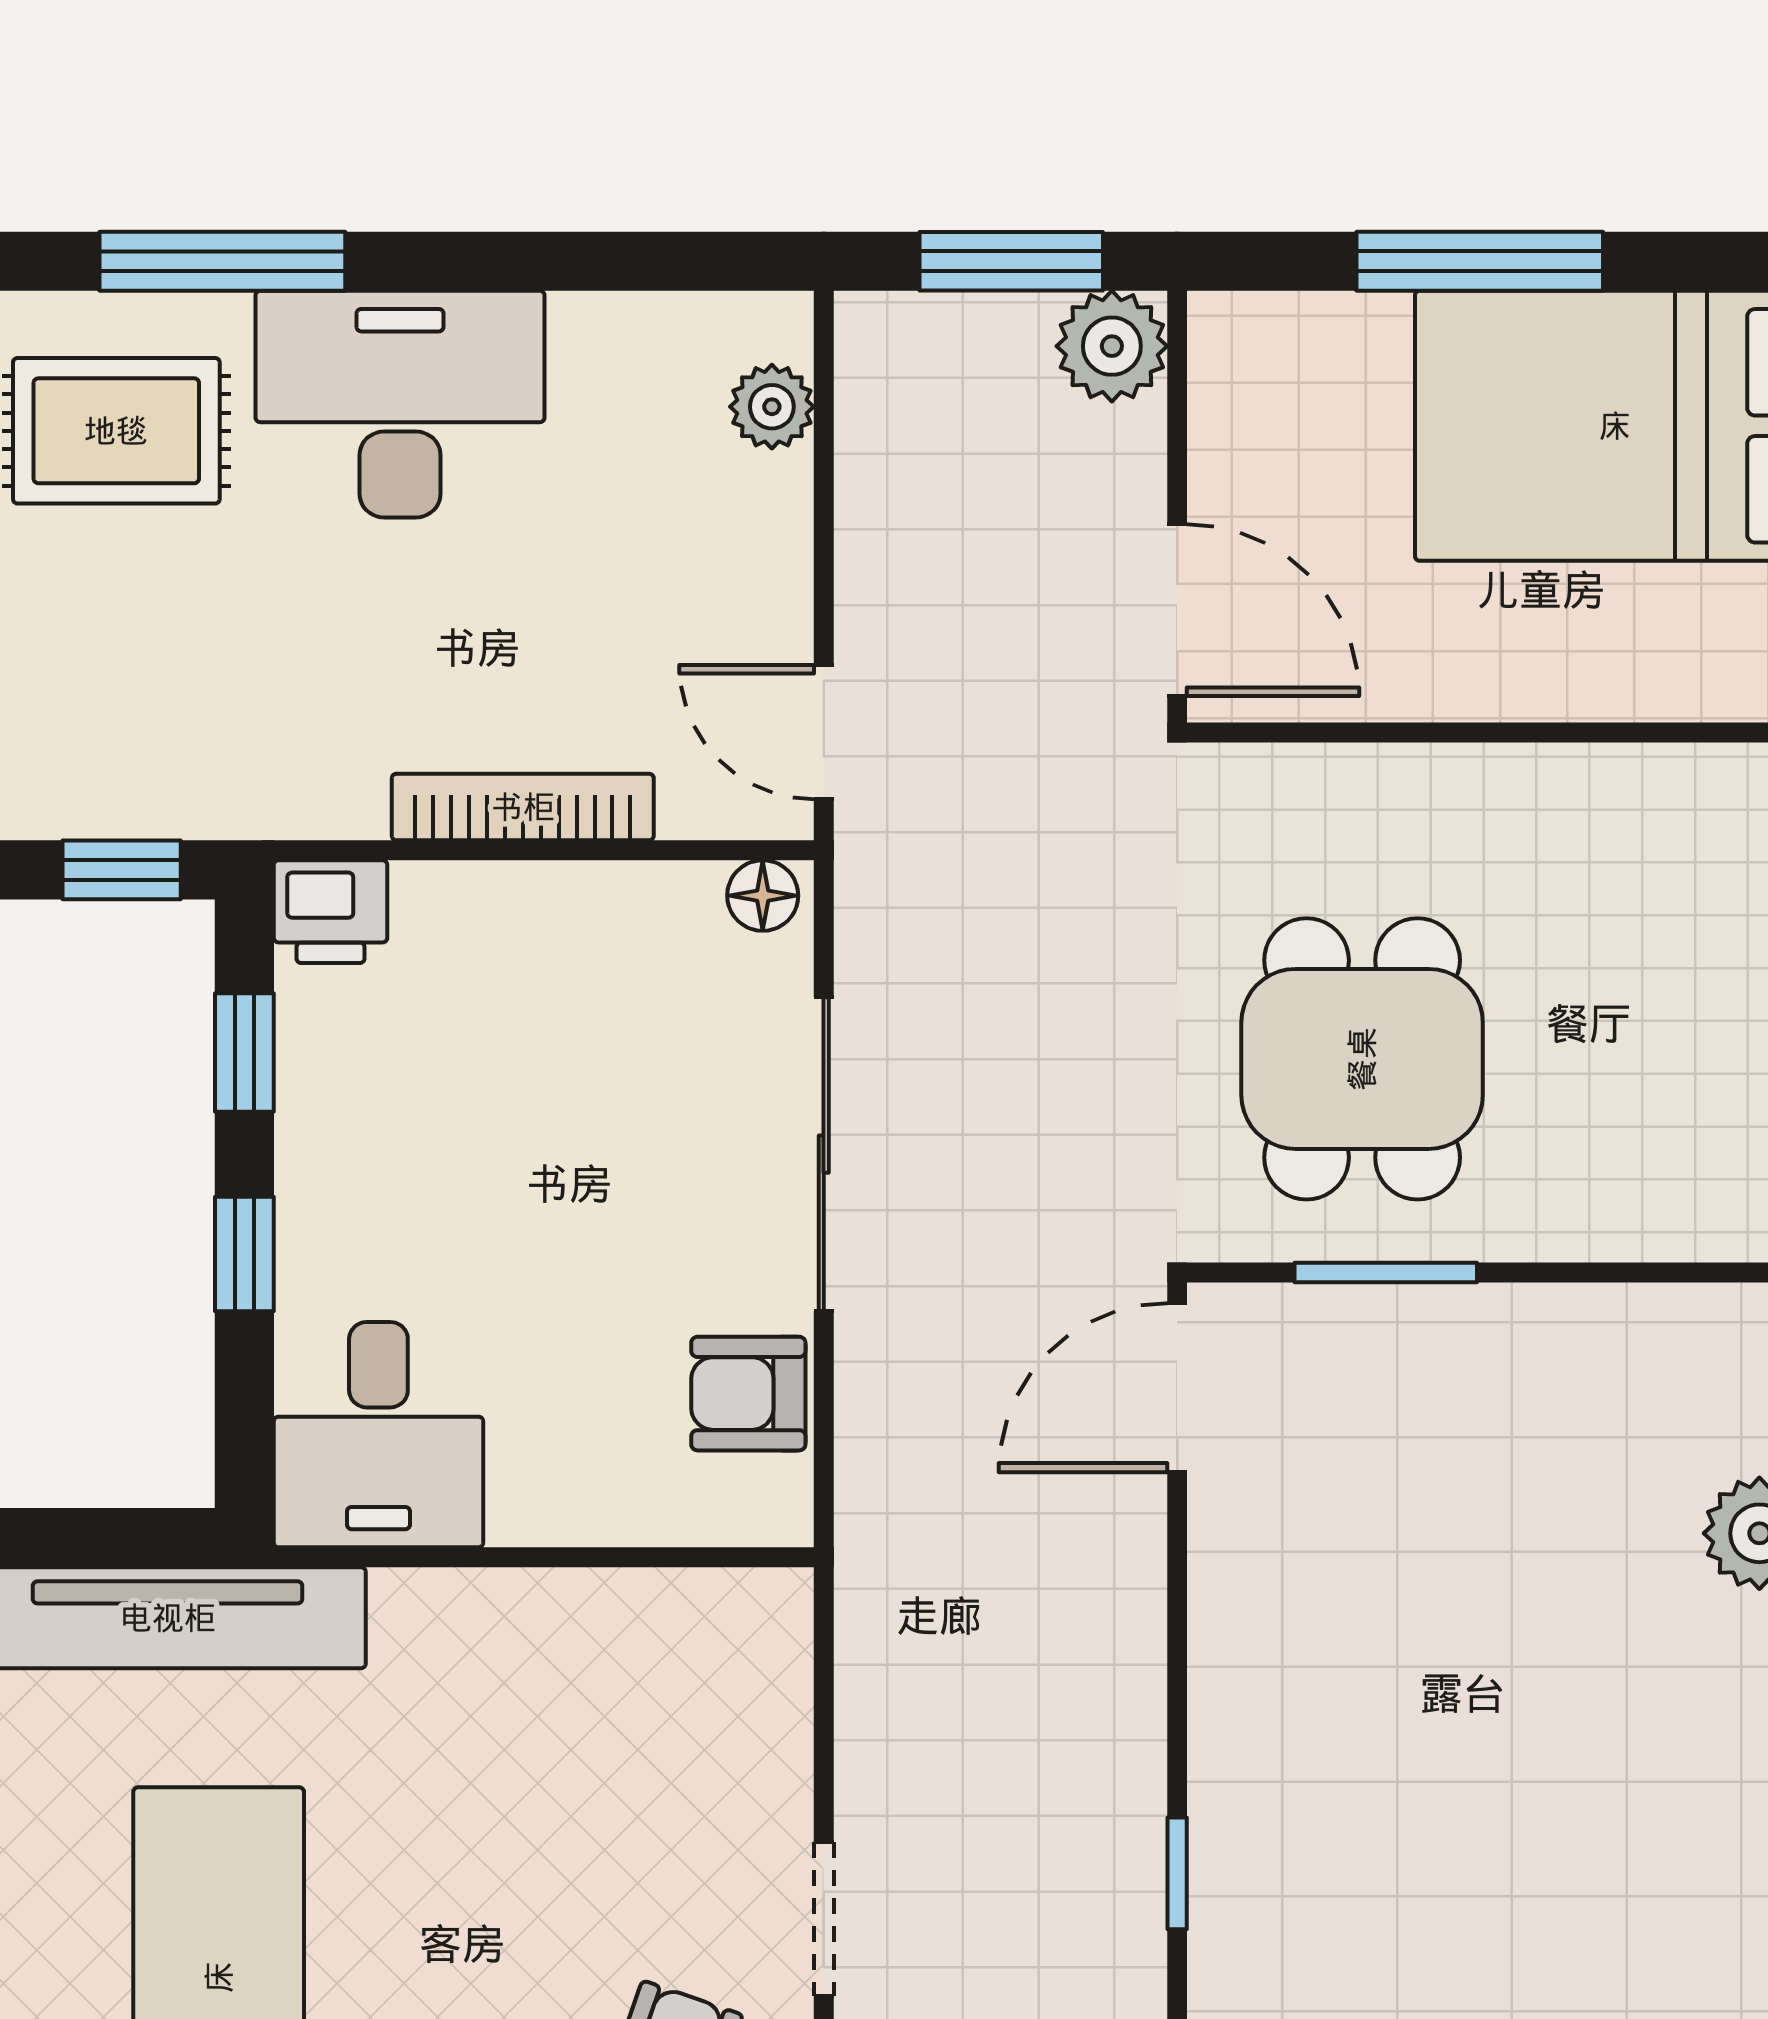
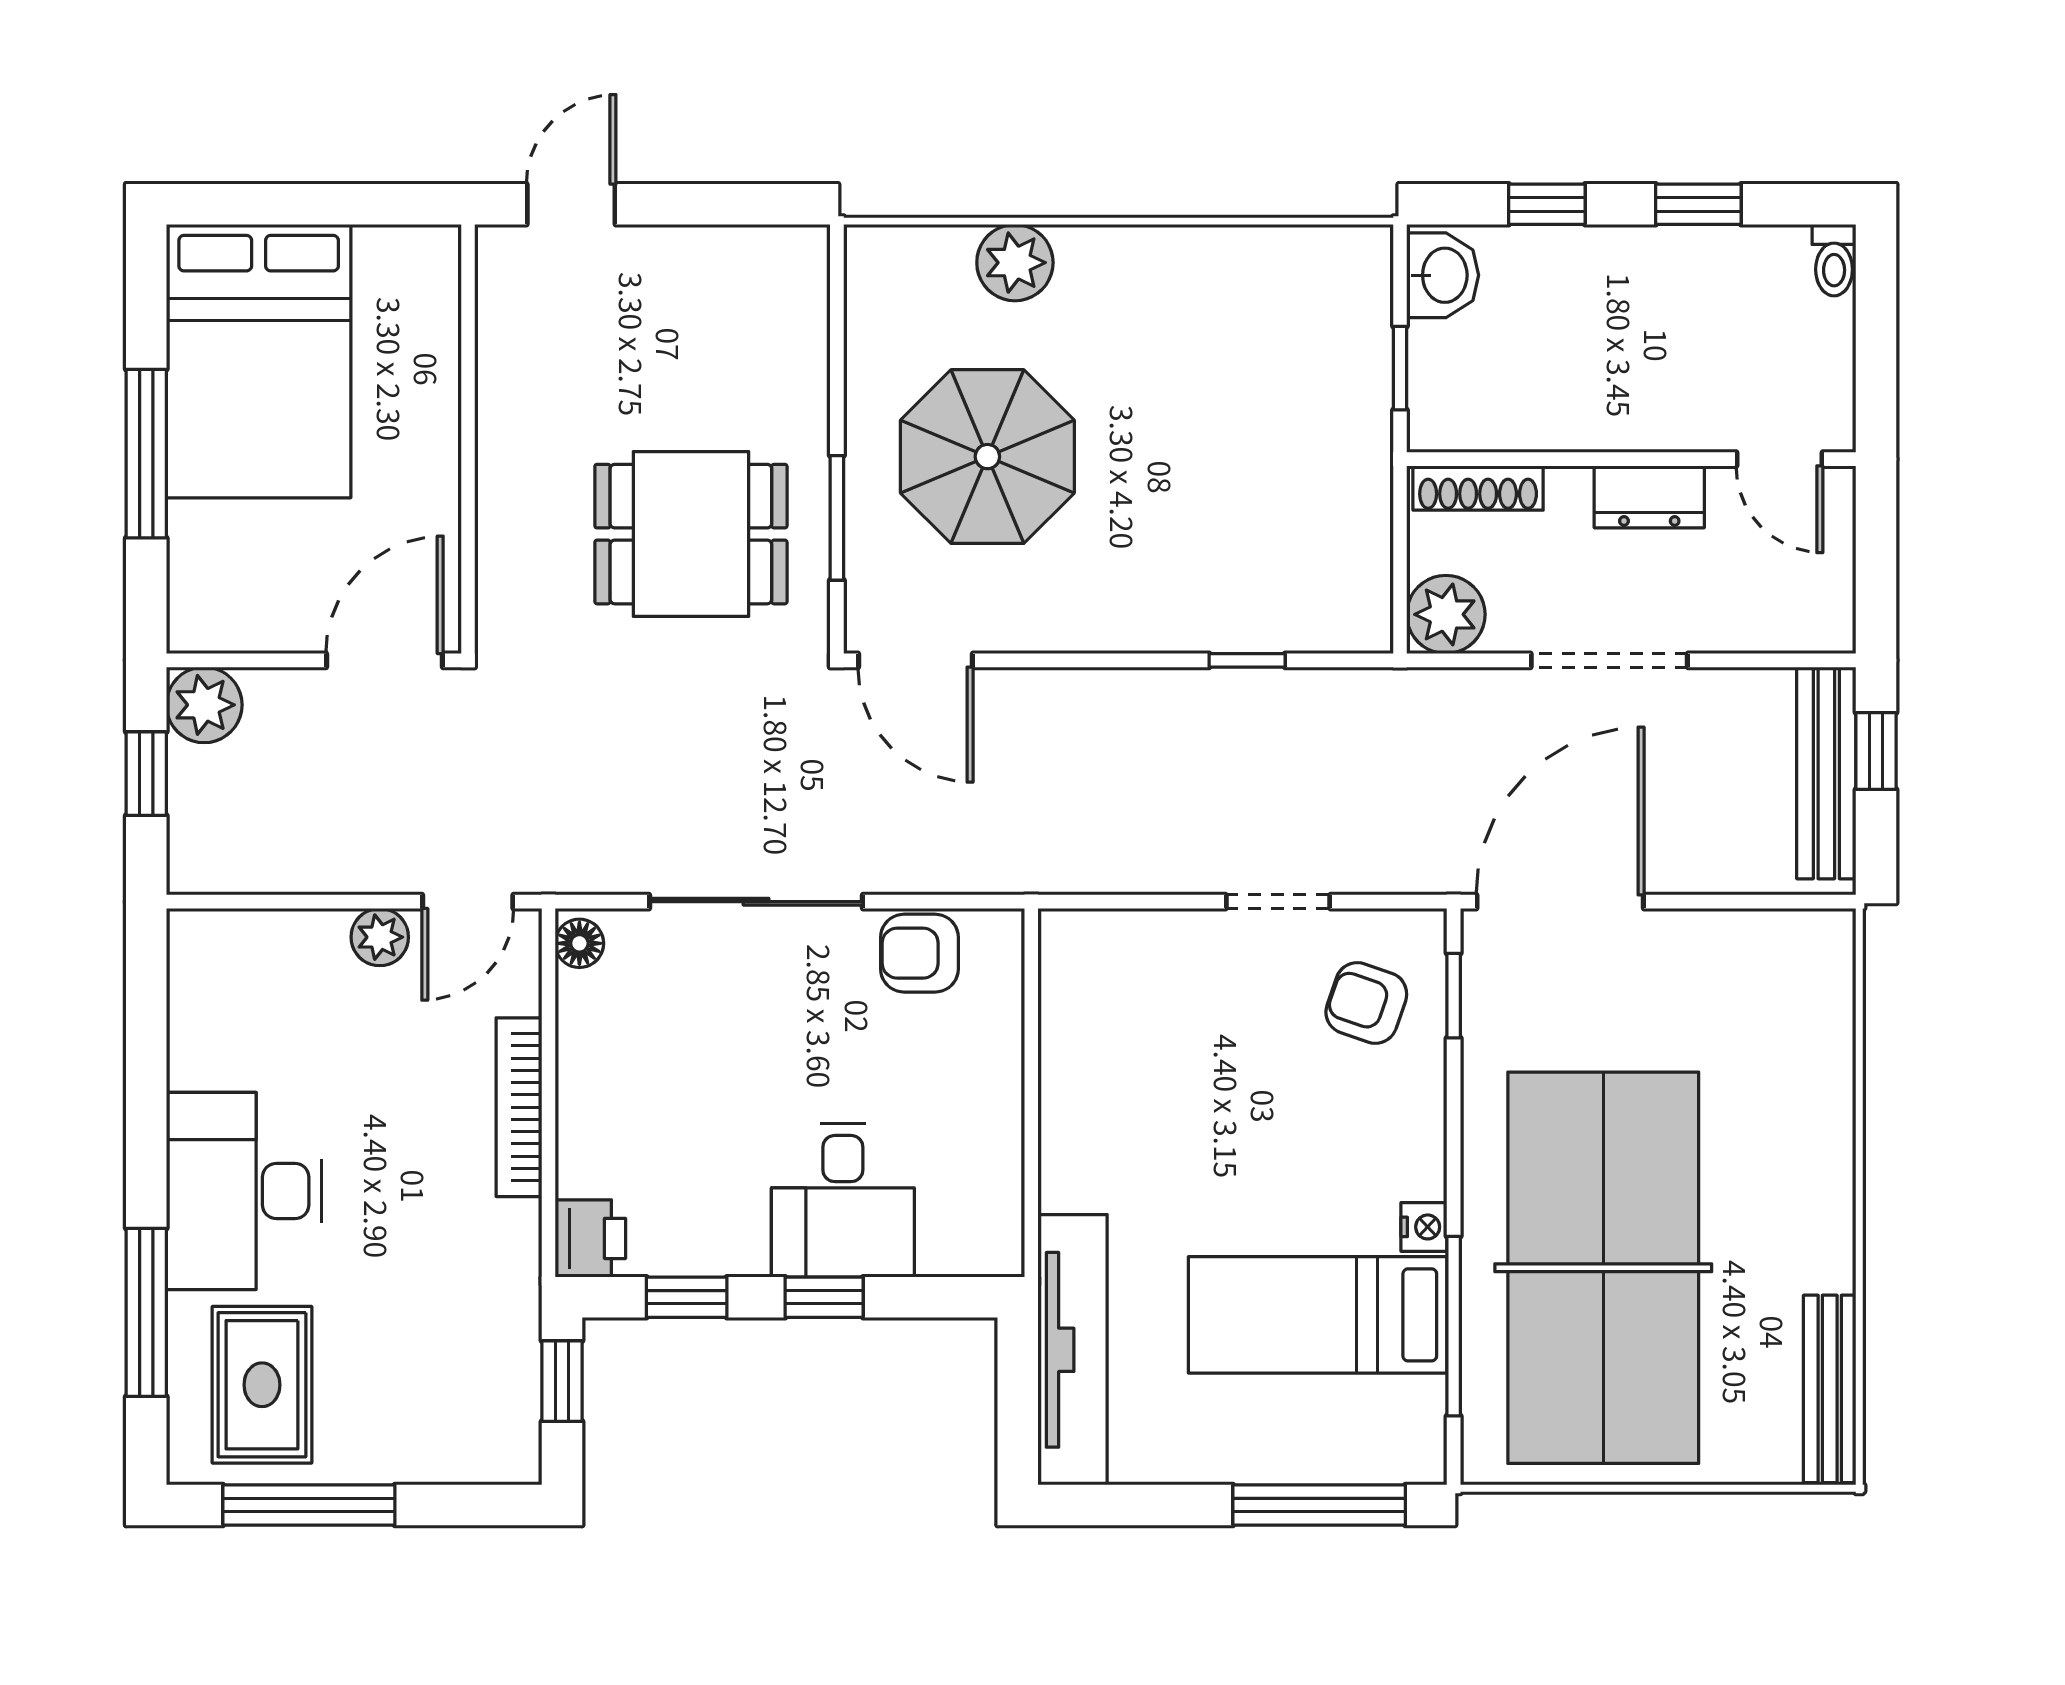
window: (1011, 261) -> (146, 774), width x0.67
plant: (772, 407) -> (380, 937), moved
armchair: (748, 1394) -> (919, 953), turned 90
desk: (378, 1435) -> (843, 1200), moved, turned 90
parasol: (1475, 1493) -> (987, 457), added

